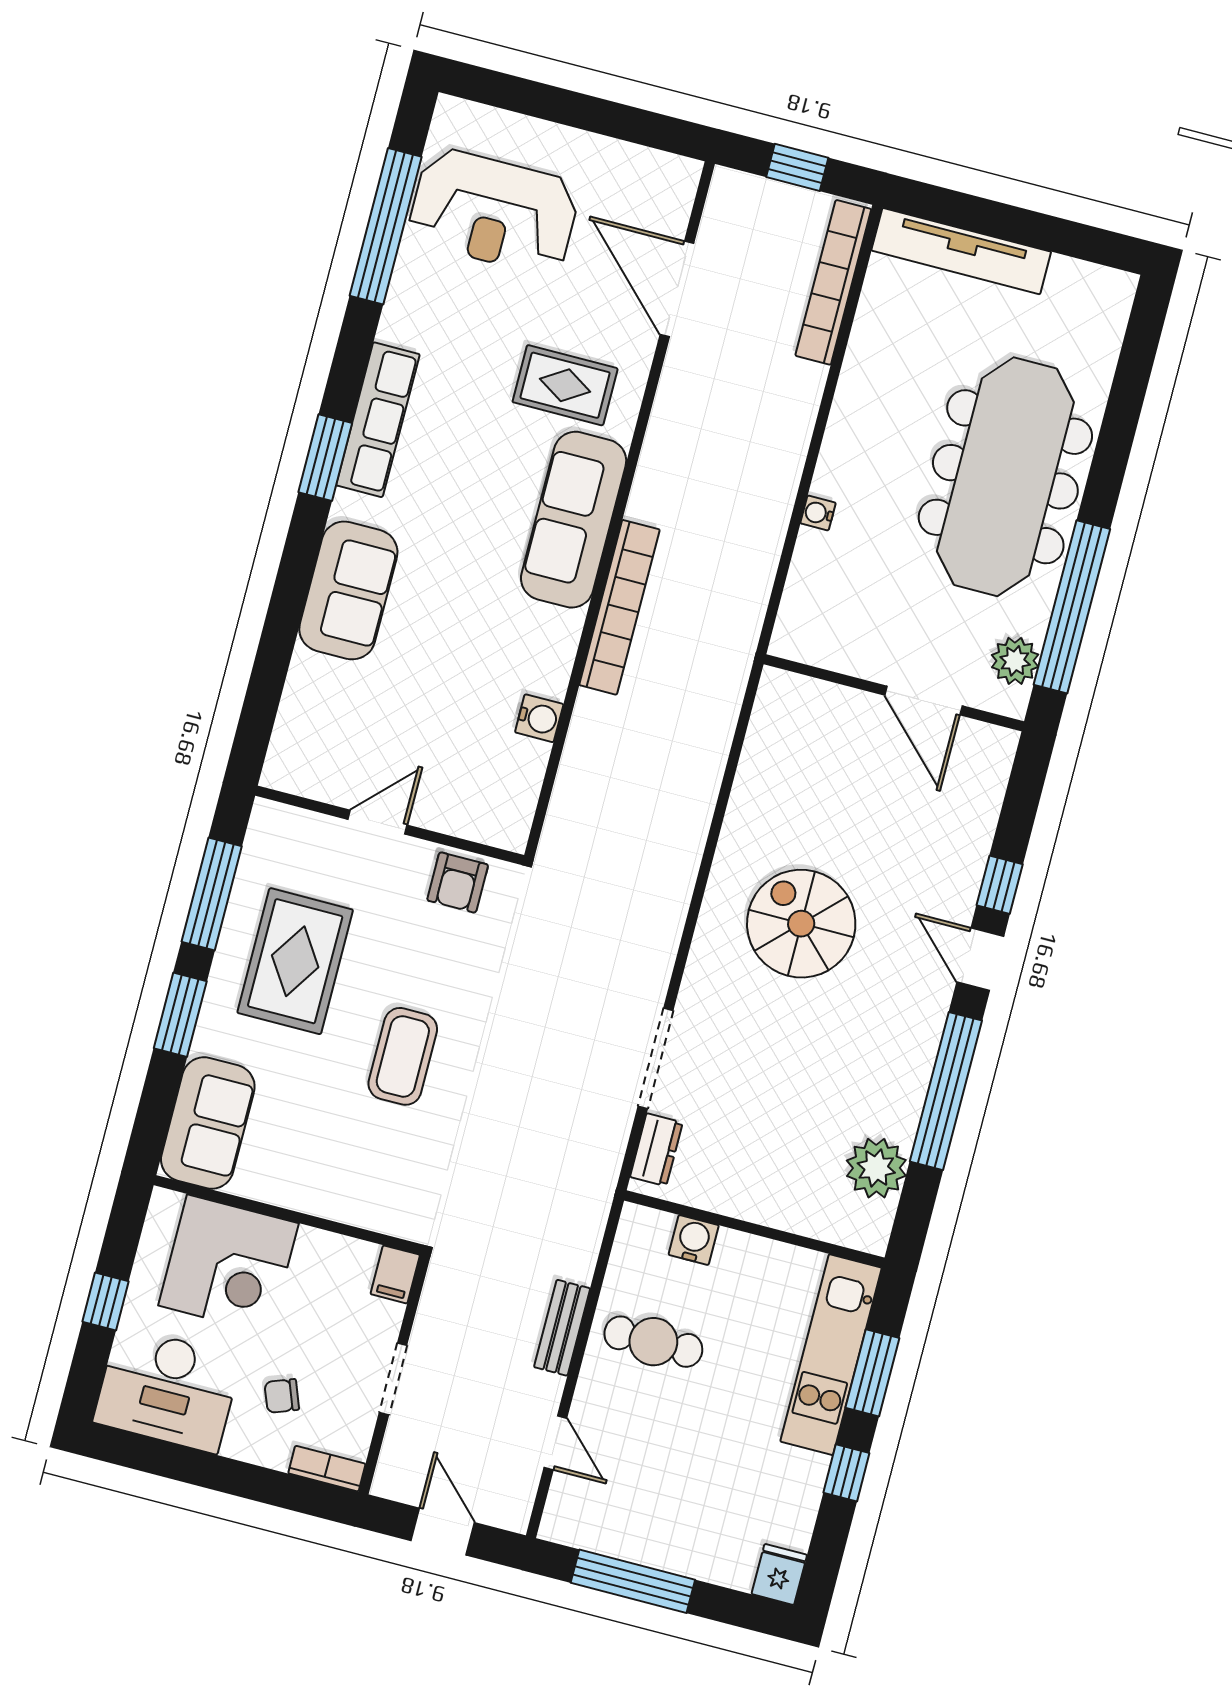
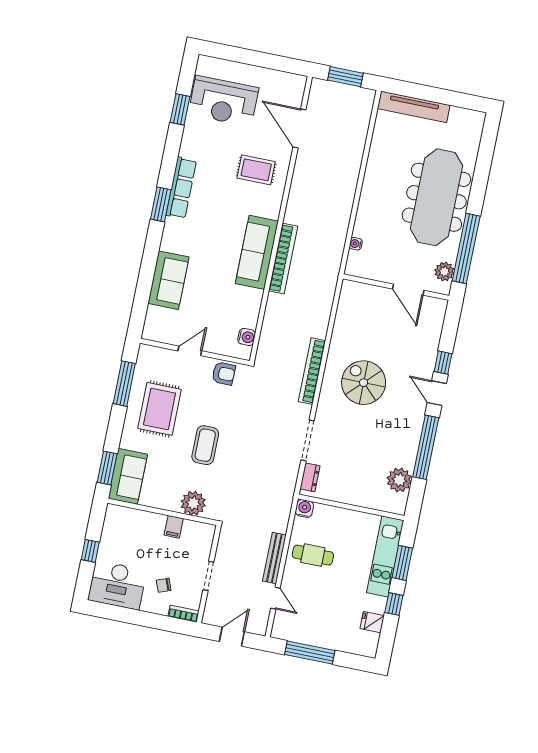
window: (797, 167) -> (345, 77), width x1.50
window: (386, 226) -> (180, 109), width x0.47
bookcase: (833, 282) -> (312, 371), moved
water cooler: (818, 513) -> (356, 244), moved
sofa: (574, 520) -> (257, 252), moved
sofa: (348, 590) -> (168, 280), moved
water cooler: (539, 718) -> (247, 337), moved
armchair: (458, 882) -> (224, 374), turned -89
window: (180, 1015) -> (107, 468), moved
plant: (366, 1198) -> (193, 503), added
water cooler: (694, 1240) -> (304, 508), moved
corner desk: (229, 1264) -> (139, 533), removed
filing cabinet: (395, 1274) -> (174, 527), moved
bench: (562, 1328) -> (274, 558), width x1.36
door: (443, 1532) -> (232, 637), hinge flipped
fridge: (779, 1574) -> (372, 622), moved, turned -90

